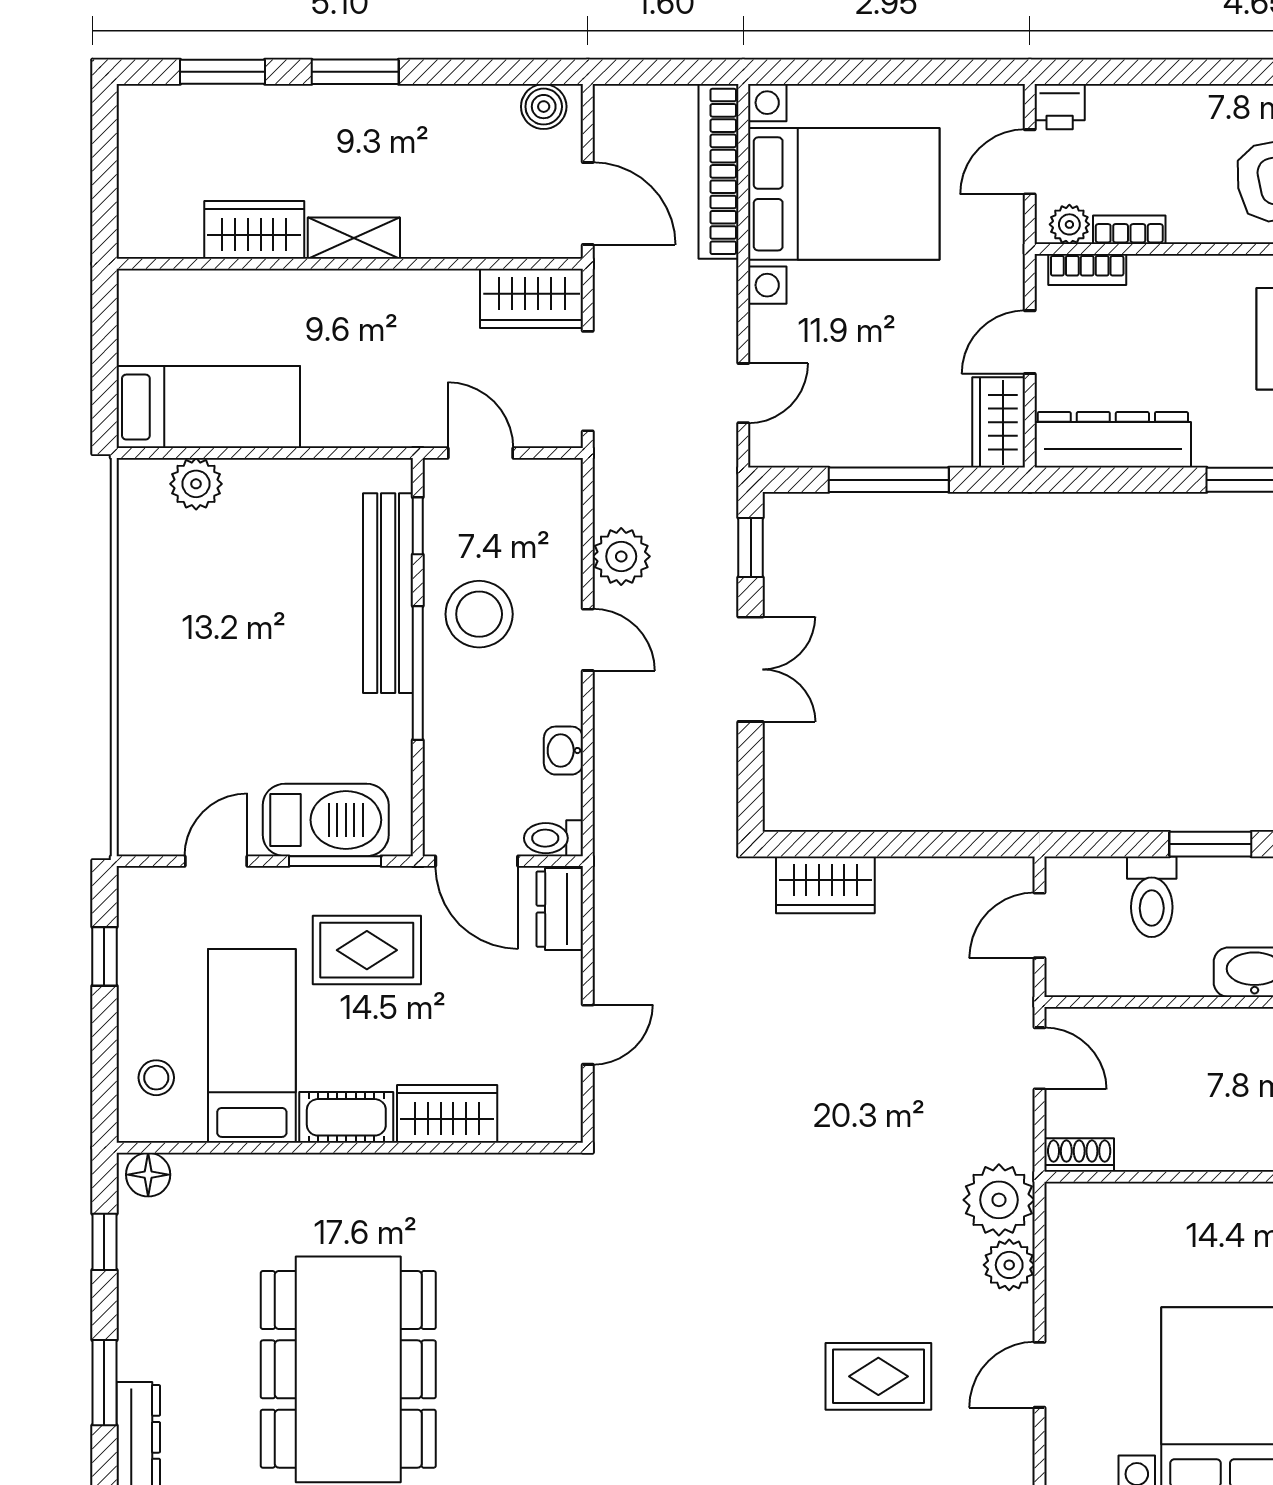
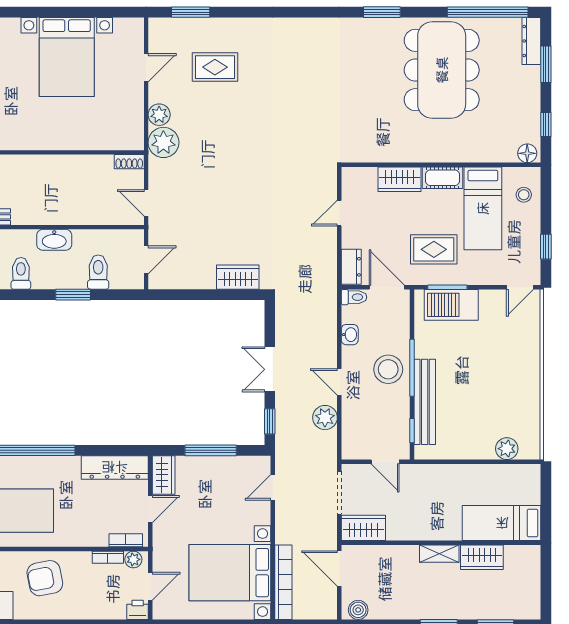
bed: (208, 407) -> (502, 523), moved
stool: (479, 614) -> (388, 369), moved
door: (216, 861) -> (520, 287), moved

